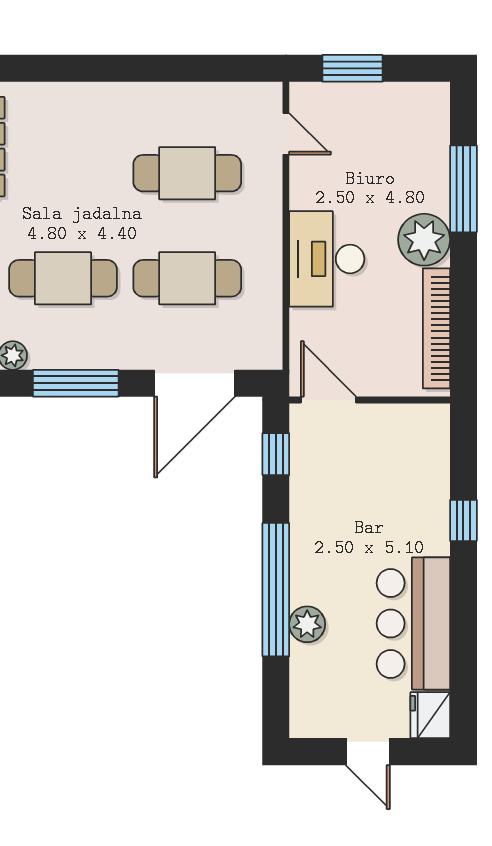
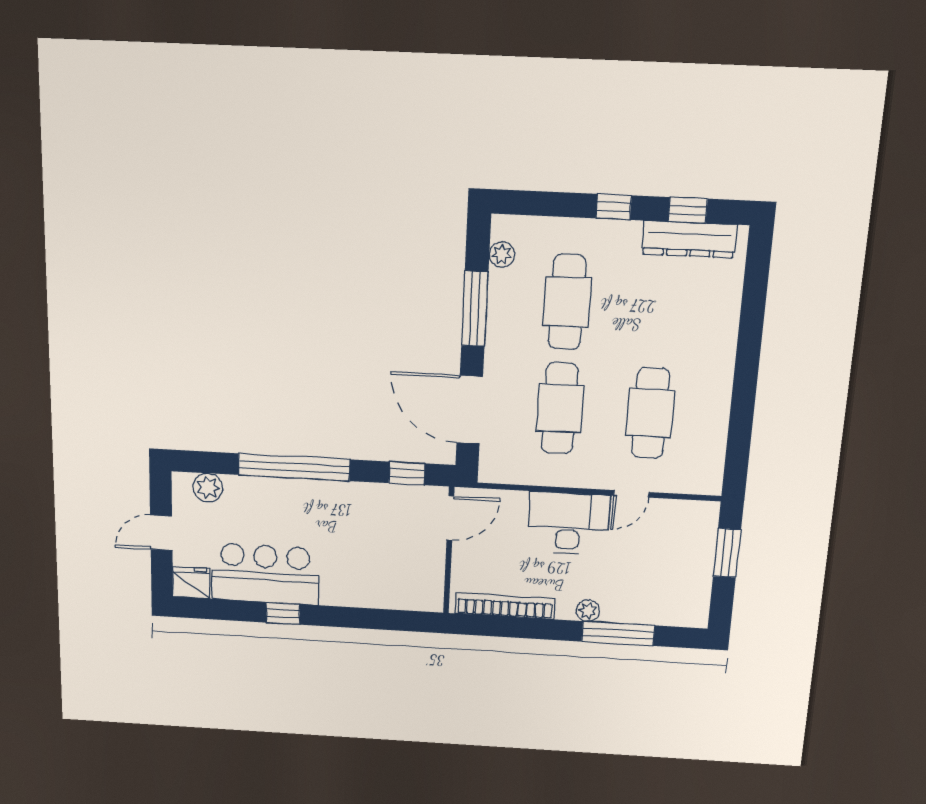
door: (286, 134) -> (631, 494), moved
plant: (424, 240) -> (588, 611), width x0.53, depth x0.53
window: (463, 520) -> (283, 613), moved
plant: (307, 624) -> (208, 488), moved

